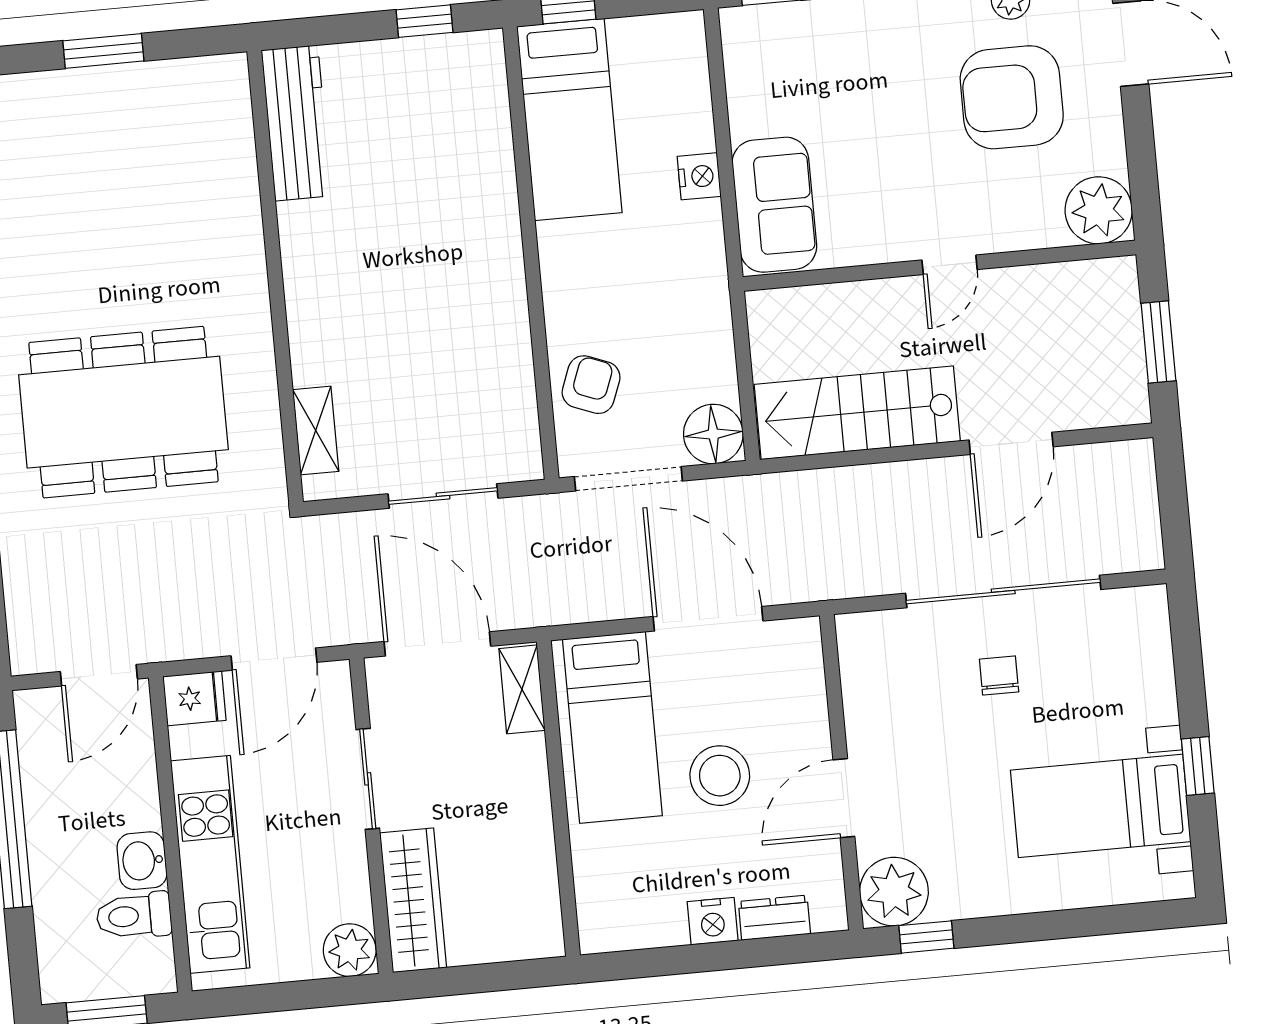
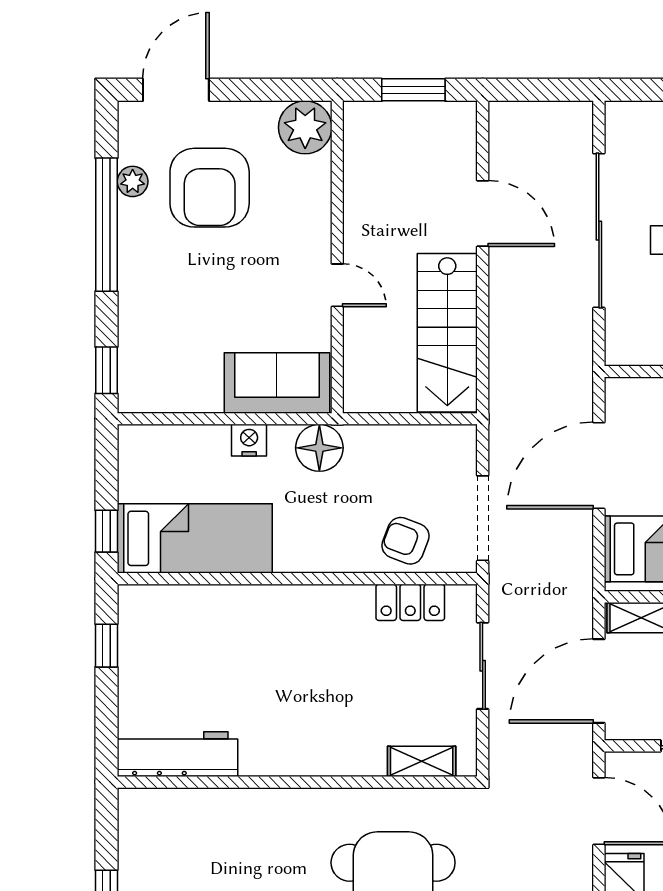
door: (950, 265) -> (337, 285), moved
locker: (514, 398) -> (410, 602), added
floor lamp: (713, 434) -> (319, 448), moved

